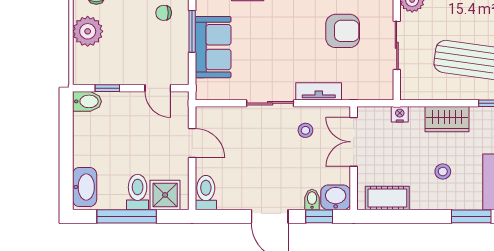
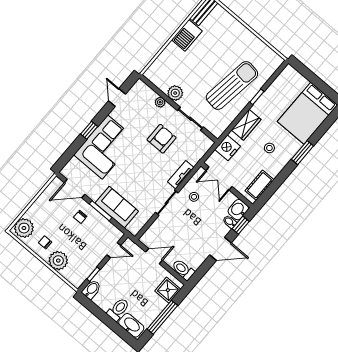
nightstand: (400, 114) -> (228, 148), width x1.89, depth x1.79
toilet: (138, 192) -> (118, 309), moved, turned 90

